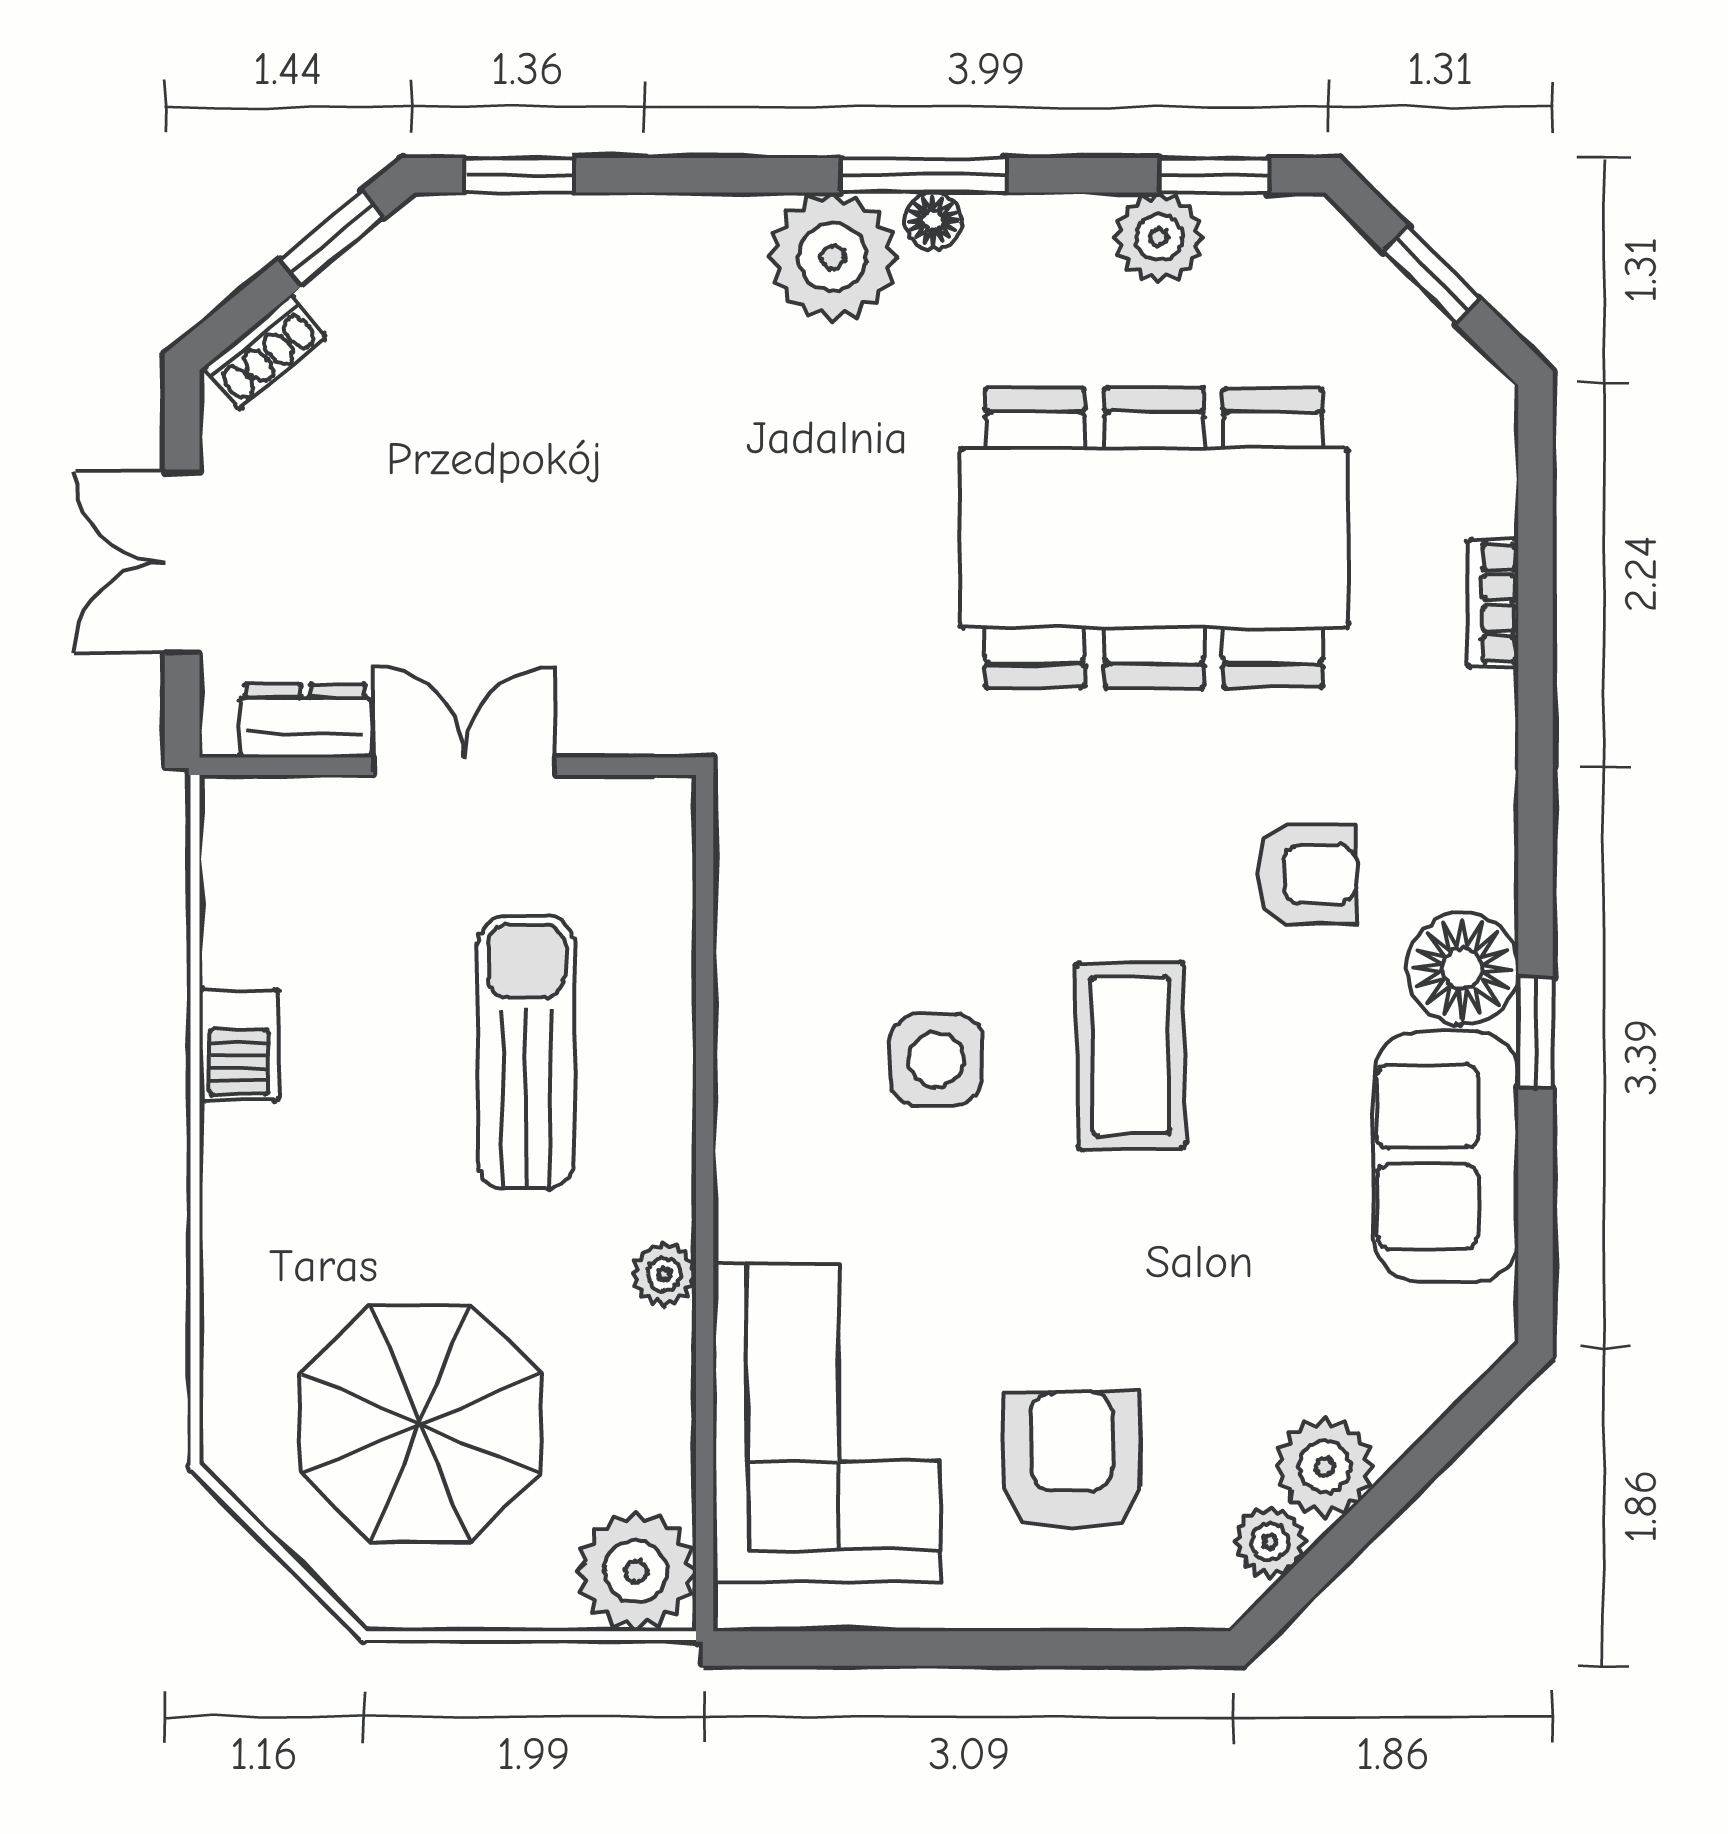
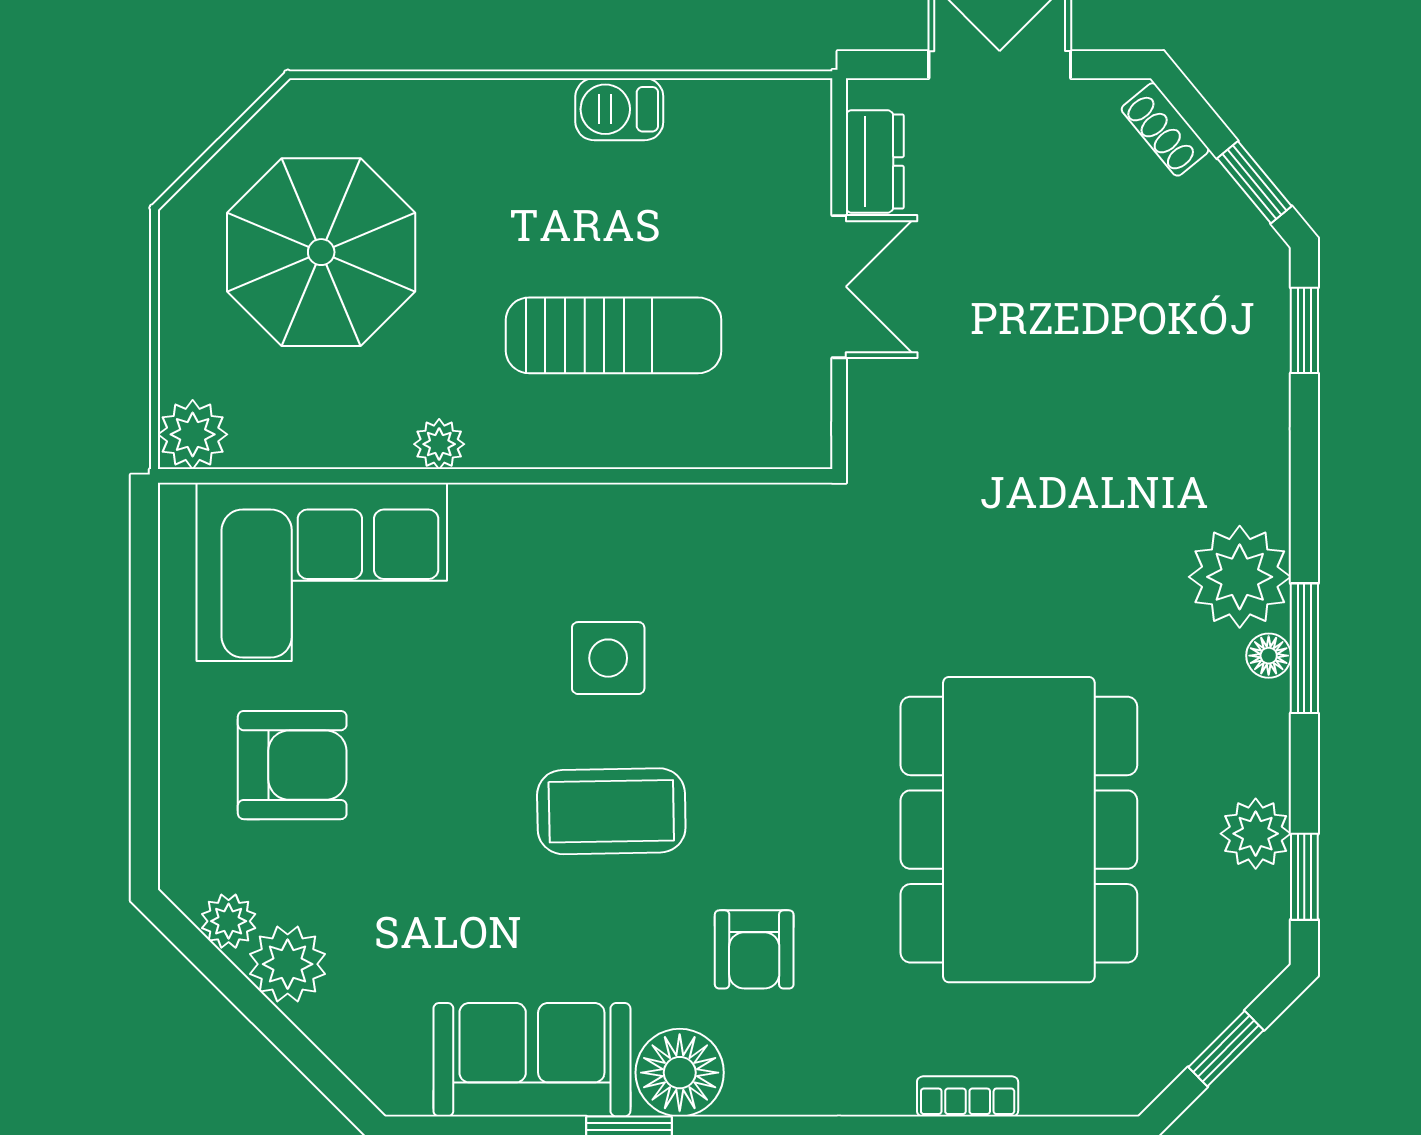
plant: (636, 1571) -> (193, 434), width x0.73, depth x0.73

